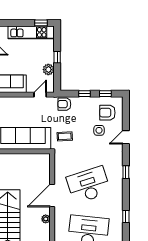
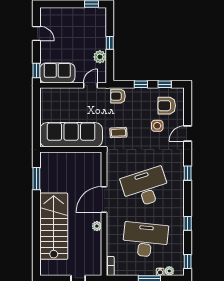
kitchen unit: (31, 32) -> (80, 15), removed

